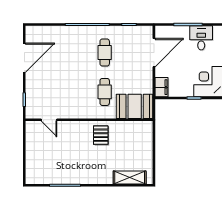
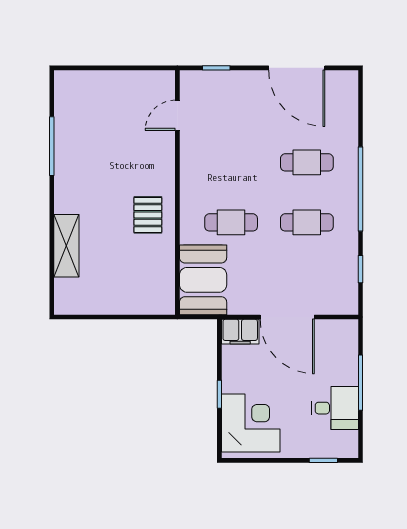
cafe table: (73, 52) -> (307, 162), added
door: (154, 53) -> (287, 317), moved
pallet: (101, 135) -> (148, 215), turned 90
shelving: (130, 177) -> (66, 246), moved

